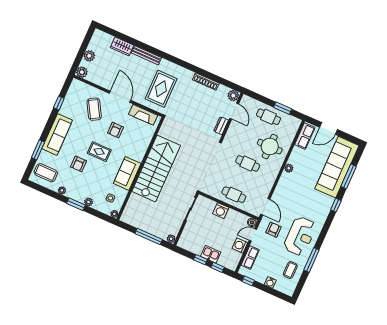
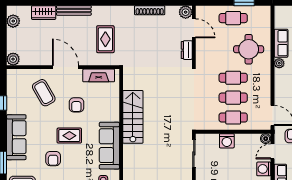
plant: (89, 56) -> (13, 21), moved
rug: (161, 89) -> (105, 39), width x0.73, depth x0.70
row of seats: (305, 136) -> (281, 43), moved
stairs: (156, 168) -> (133, 117), width x0.73, depth x0.66
sofa: (127, 173) -> (109, 146), width x1.36
cafe table: (241, 179) -> (233, 98), added

